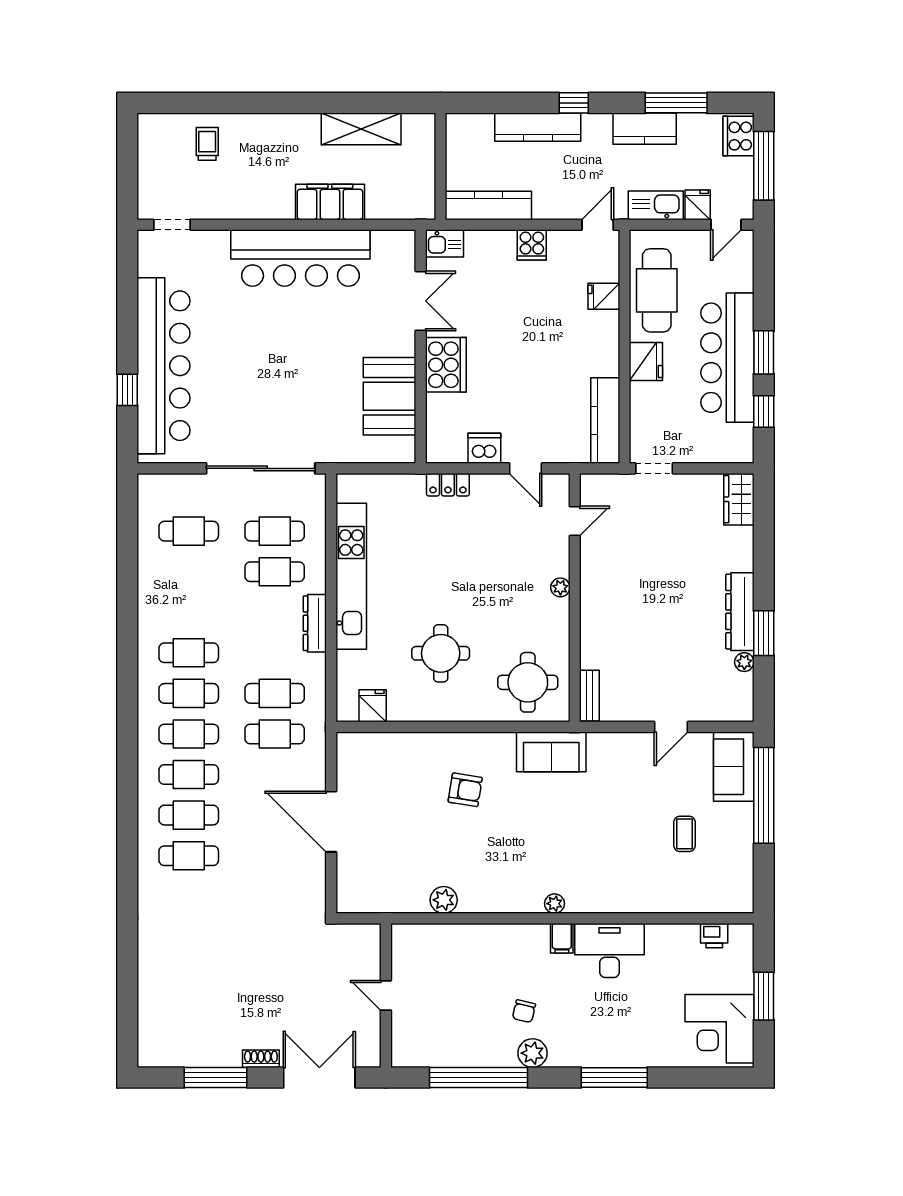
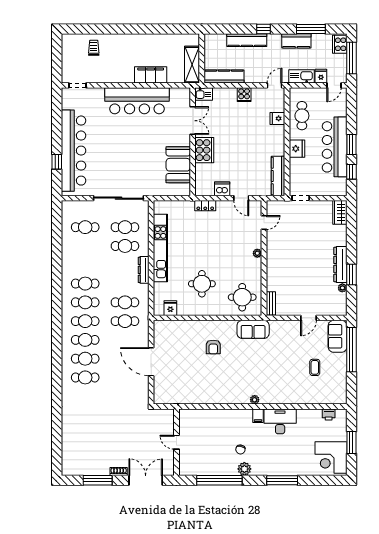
shelving: (361, 129) -> (192, 65), moved, turned 90
cafe table: (657, 290) -> (302, 116), width x0.73, depth x0.74
armchair: (465, 790) -> (213, 347), turned 81
plant: (444, 900) -> (203, 398), removed

